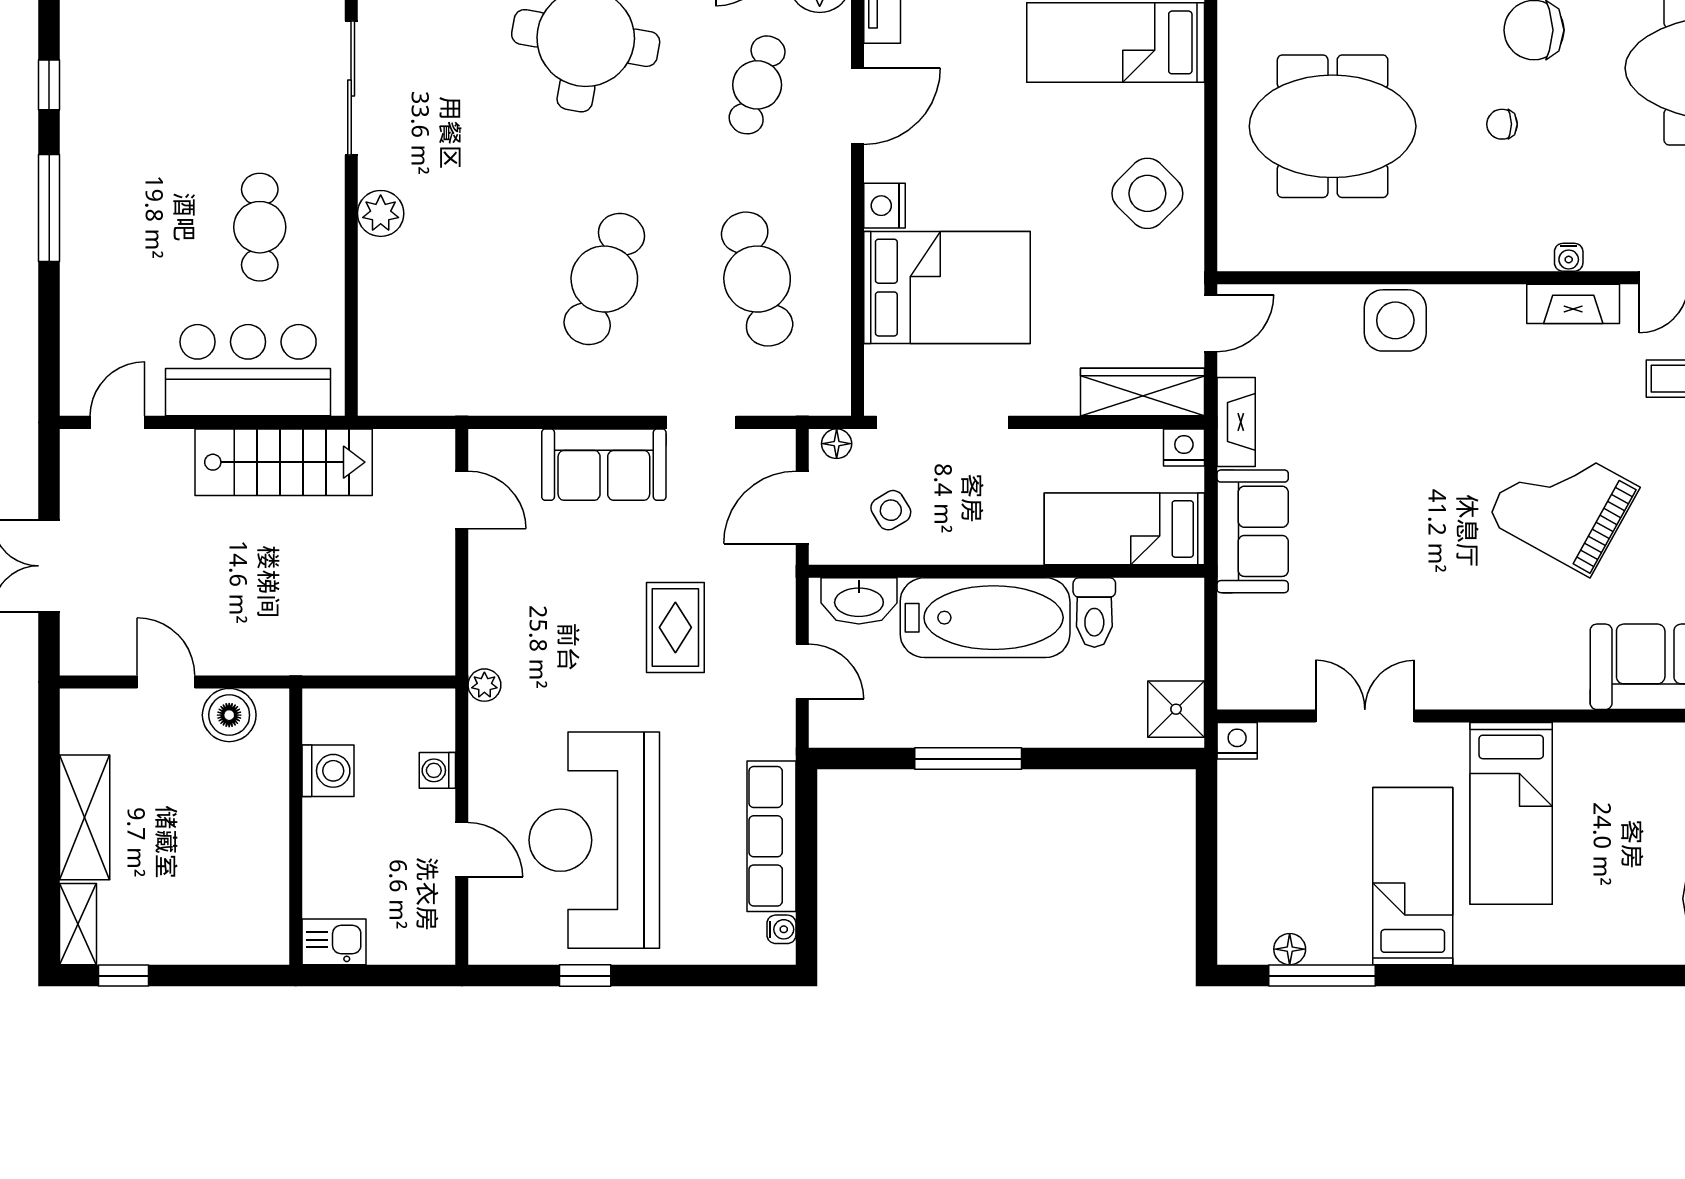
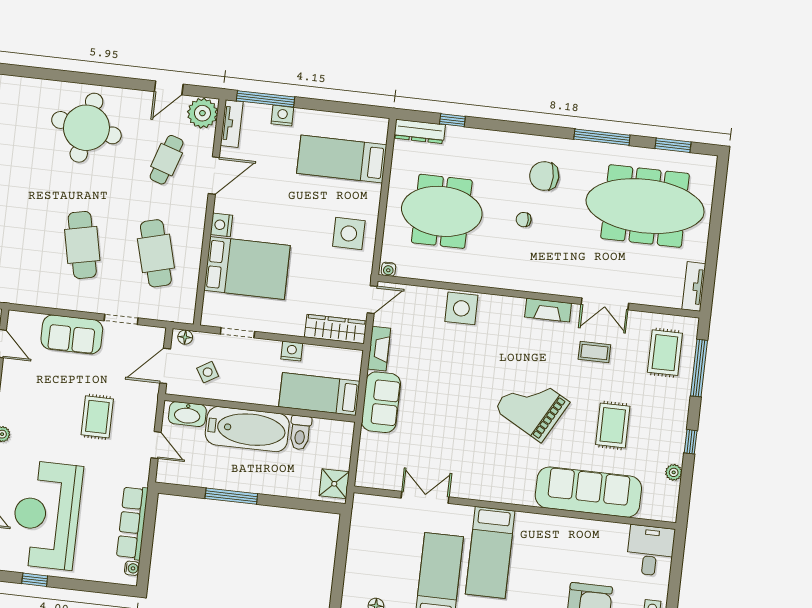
side table: (1147, 193) -> (349, 233), turned 45
water cooler: (1569, 257) -> (388, 269), moved
cafe table: (604, 279) -> (82, 245), turned -33
doorway: (942, 422) -> (237, 333), width x0.53
nightstand: (1184, 447) -> (292, 351), moved
nightstand: (1237, 741) -> (362, 502), removed

